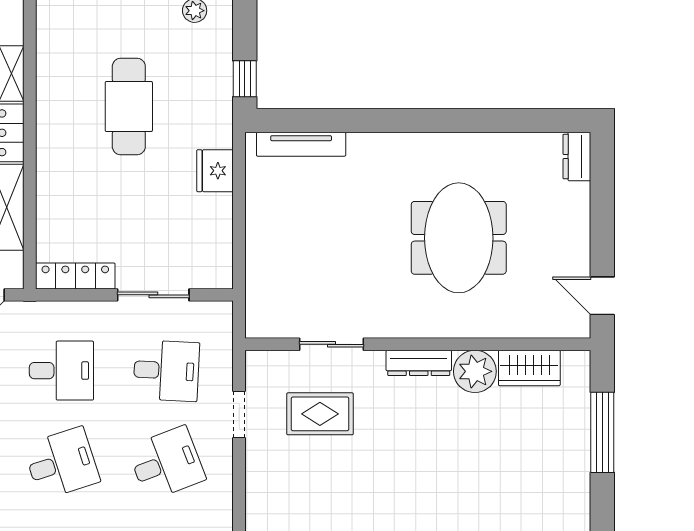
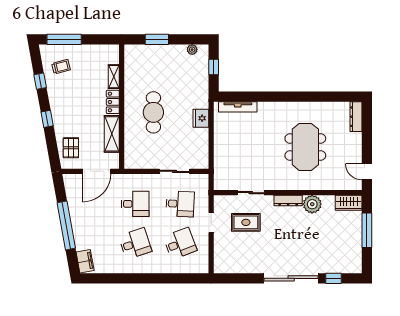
window: (245, 79) -> (214, 67), moved
cafe table: (129, 107) -> (153, 112), moved
dresser: (577, 157) -> (356, 117), width x1.44
locker: (75, 276) -> (141, 163), removed
wardrobe: (529, 368) -> (349, 203), moved

